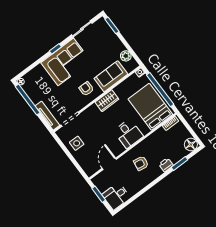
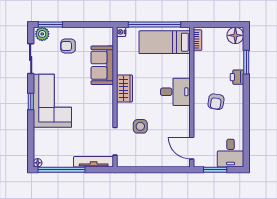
plant: (126, 56) -> (42, 34), moved
armchair: (86, 89) -> (68, 46), moved
bed: (150, 107) -> (165, 42), width x0.67
side table: (77, 143) -> (140, 126), moved
door: (109, 164) -> (192, 148), moved

